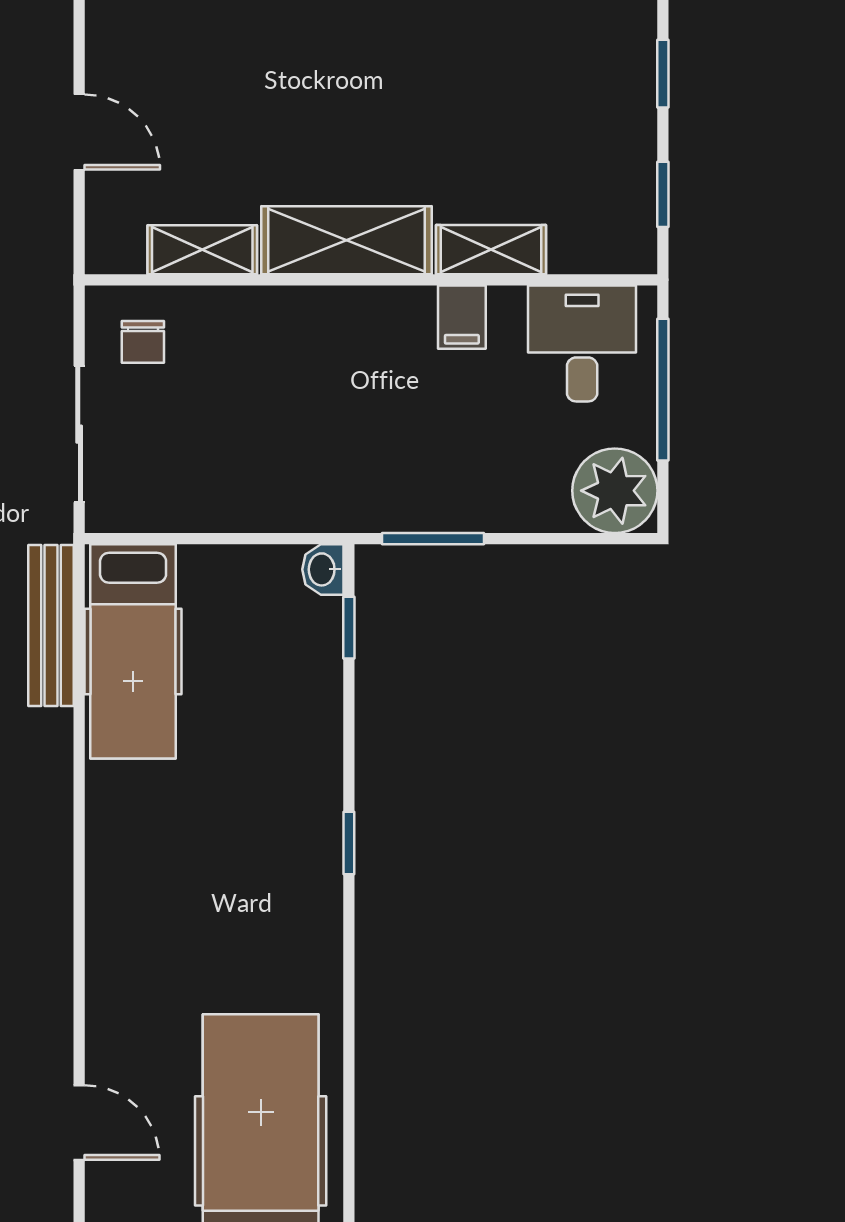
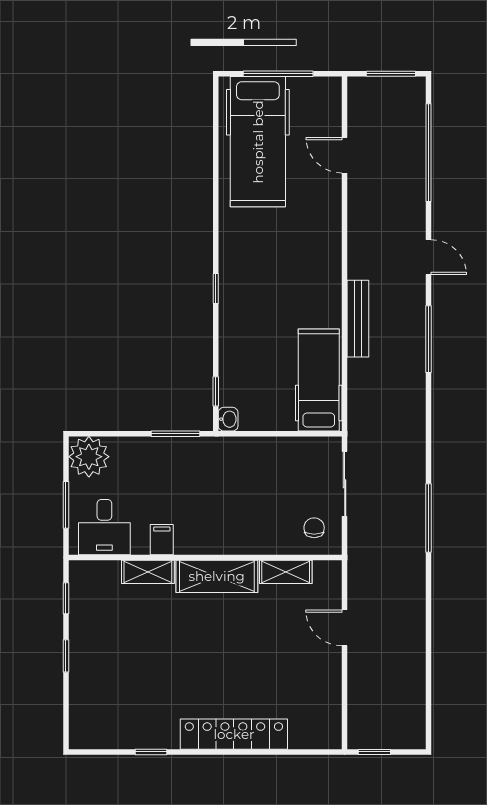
window: (663, 390) -> (66, 505), width x0.69
bench: (51, 625) -> (358, 319), moved

